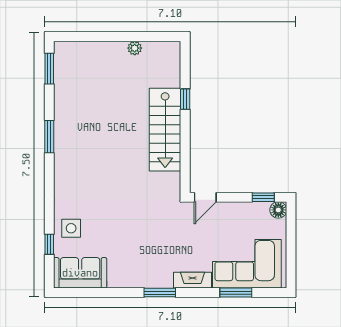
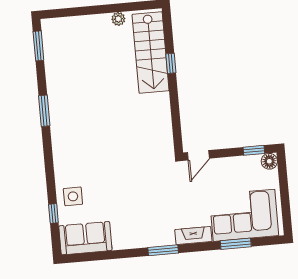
stairs: (165, 130) -> (151, 53), moved

